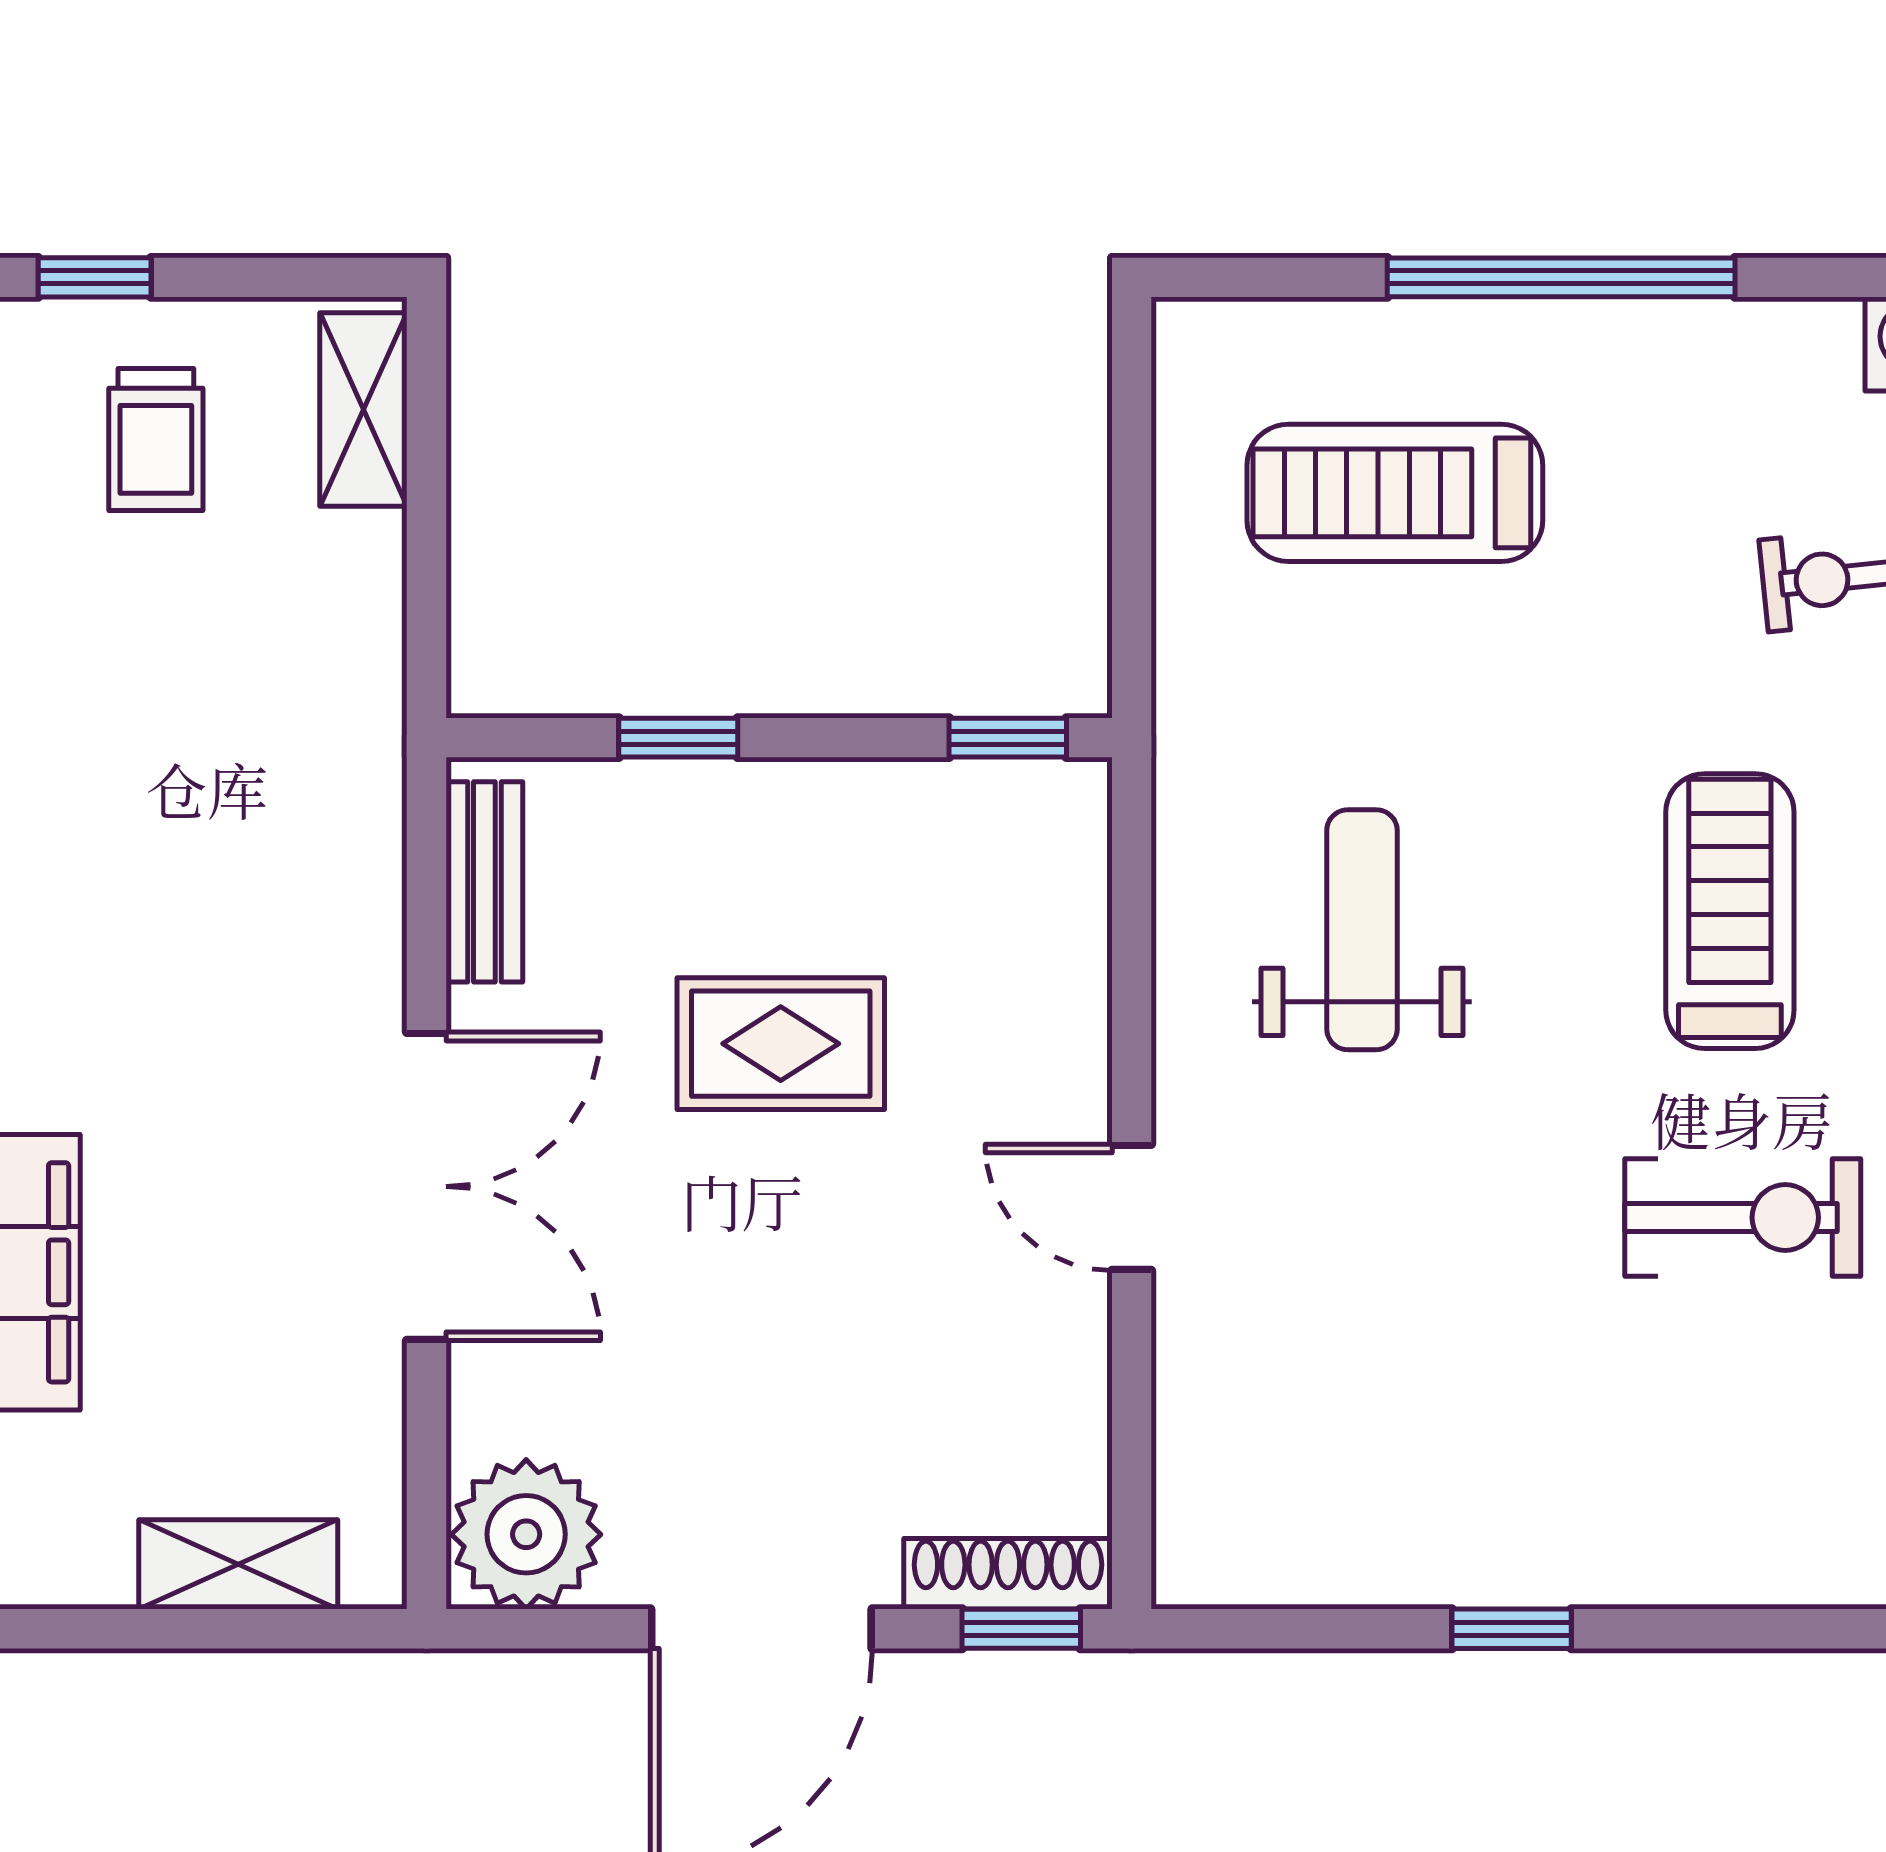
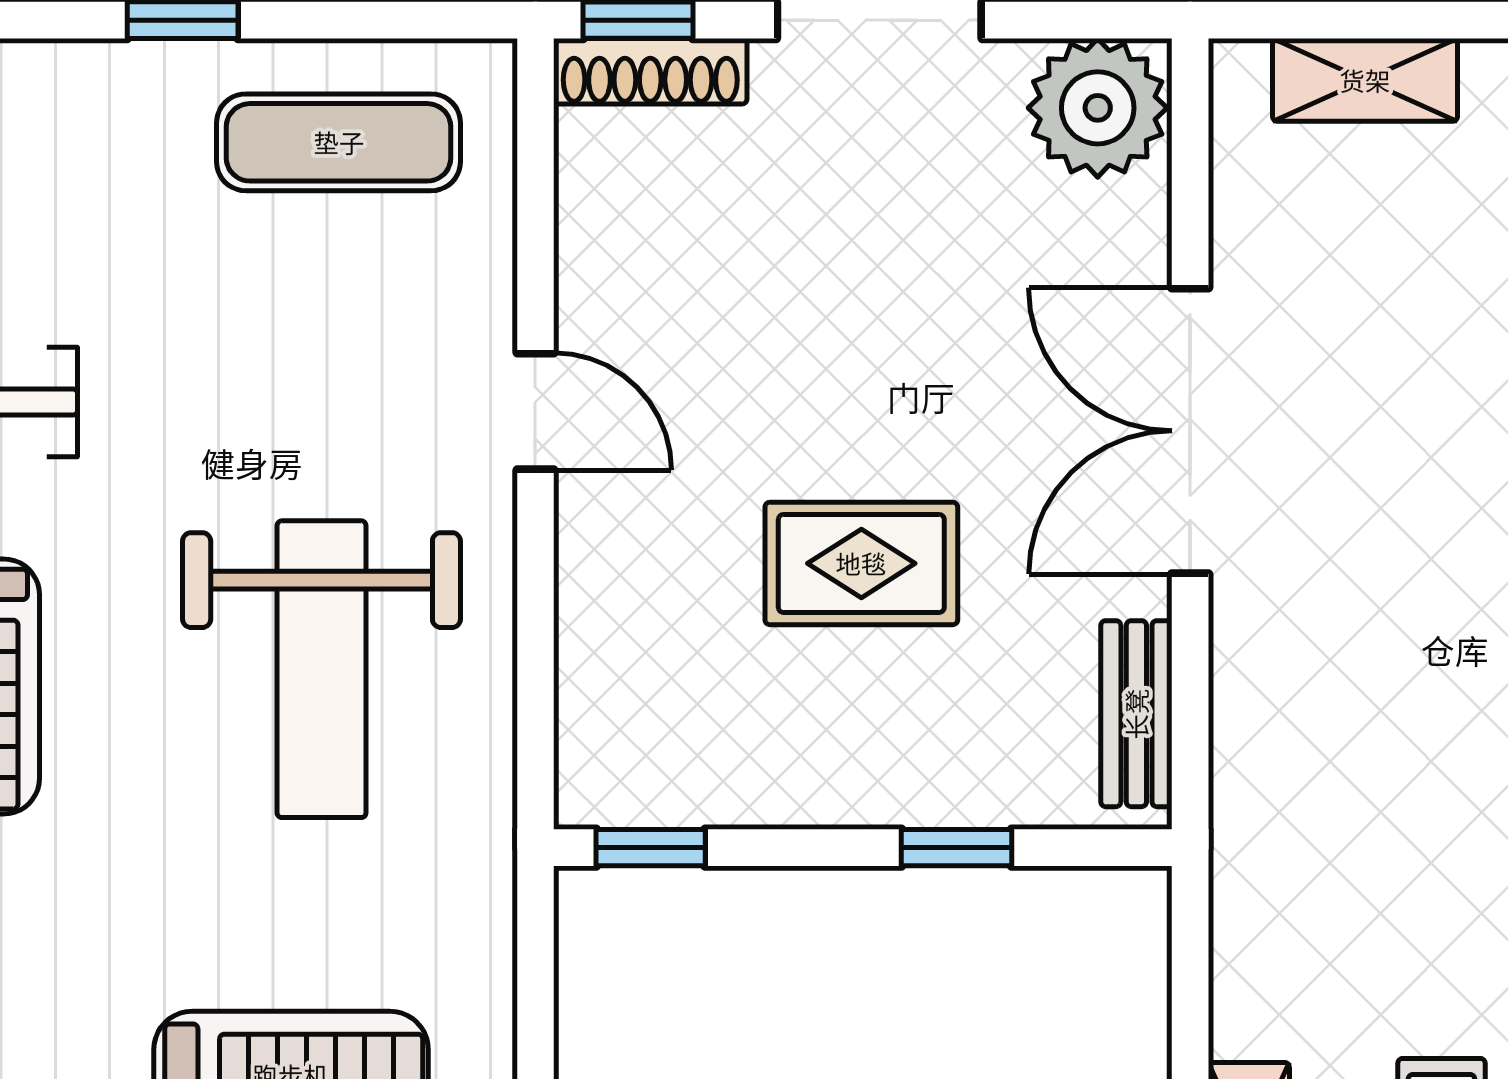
weight bench: (1362, 930) -> (322, 669), width x1.36, depth x1.33
exercise mat: (1344, 1497) -> (339, 142), added

